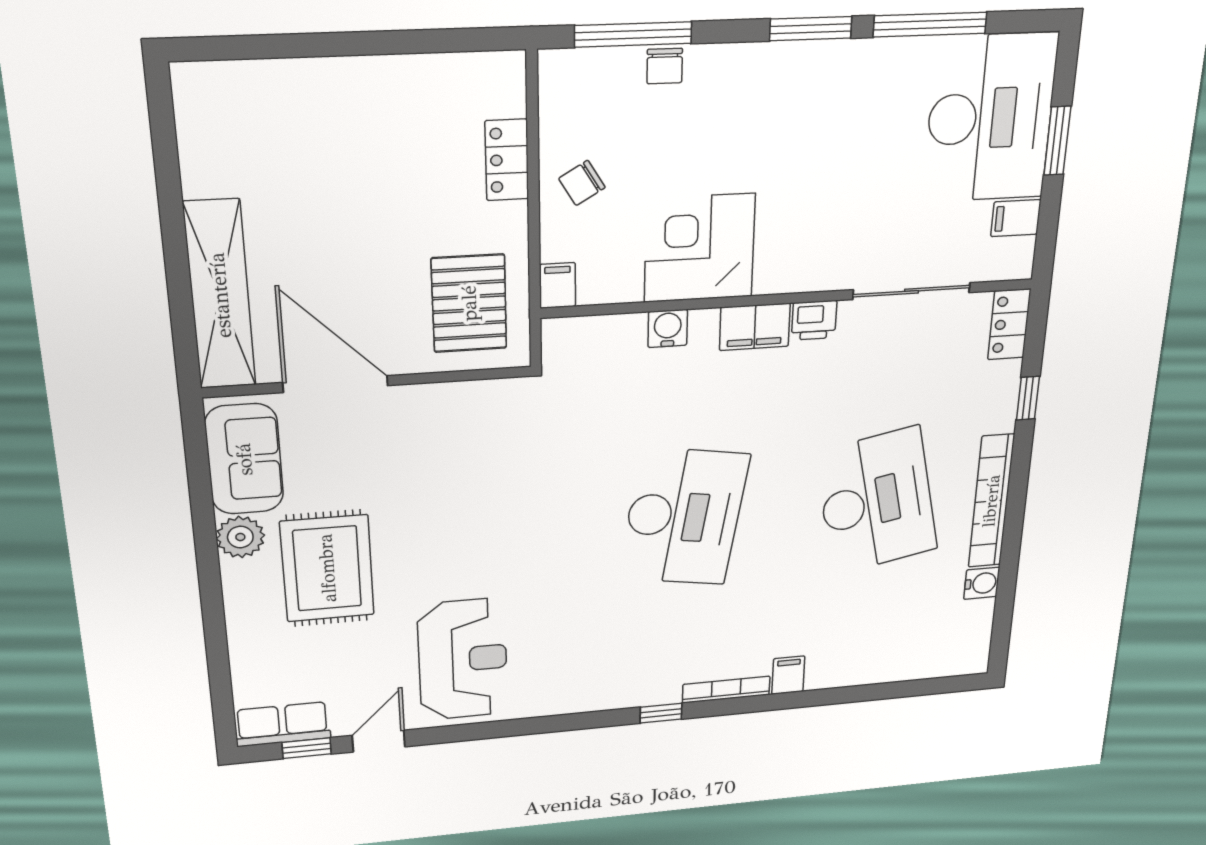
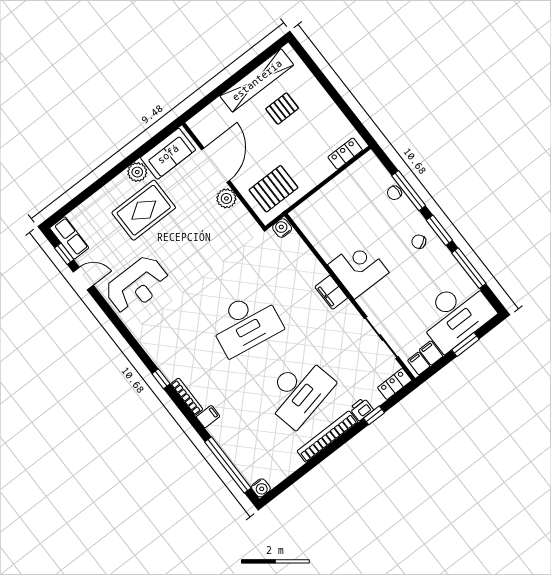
window: (633, 34) -> (409, 191), moved
locker: (507, 160) -> (345, 154), moved
pallet: (312, 175) -> (282, 109), added
chair: (582, 183) -> (419, 242), moved
corner desk: (699, 248) -> (358, 269), moved
filing cabinet: (558, 286) -> (419, 363), moved, turned -90
shelving: (220, 295) -> (257, 80), moved
printer: (814, 320) -> (361, 409), moved, turned 90
water cooler: (668, 328) -> (282, 228), moved, turned -90
plant: (420, 405) -> (226, 198), added
water cooler: (982, 583) -> (261, 488), moved
window: (892, 690) -> (228, 465), added

